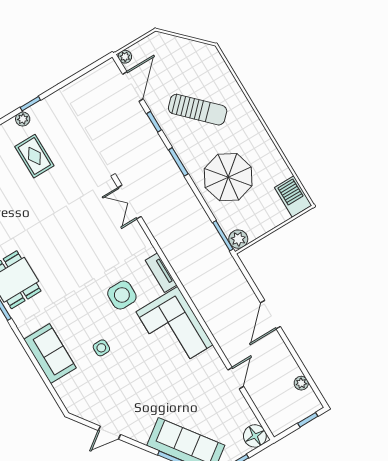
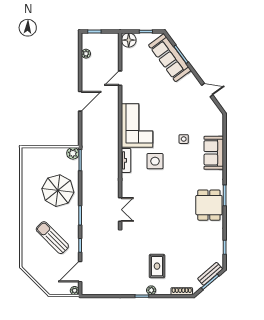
barbecue: (293, 197) -> (29, 158), removed

